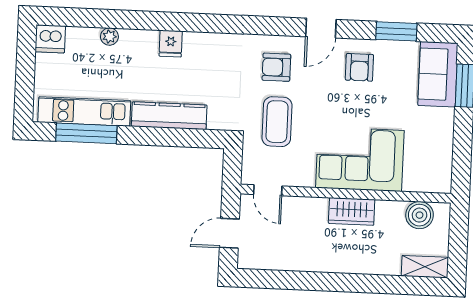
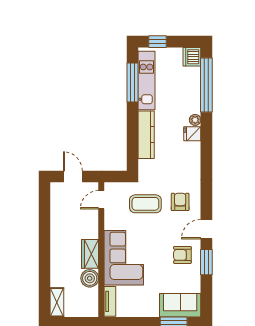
window: (96, 18) -> (206, 85), added
door: (321, 28) -> (206, 229), hinge flipped
window: (396, 31) -> (206, 262), moved
plant: (109, 37) -> (195, 120), moved
window: (24, 92) -> (158, 42), added
tv unit: (427, 184) -> (110, 301), added
boiler: (420, 215) -> (90, 278), moved

